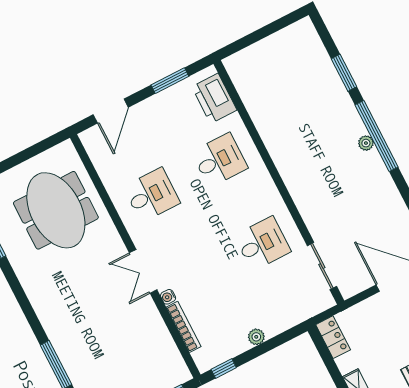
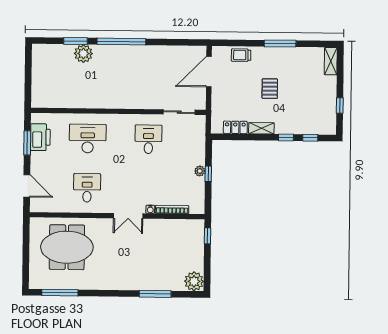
printer: (214, 98) -> (40, 137), moved, turned -90
plant: (366, 143) -> (83, 54), moved, width x1.87, depth x1.87
desk: (220, 160) -> (88, 138), width x1.37
locker: (333, 337) -> (235, 127), moved
window: (224, 368) -> (208, 174), moved

